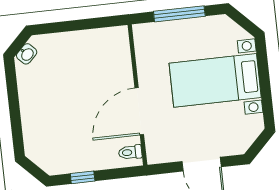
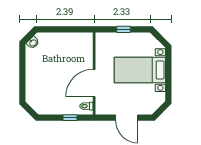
window: (179, 14) -> (124, 29), width x0.46
window: (83, 177) -> (70, 118), moved

